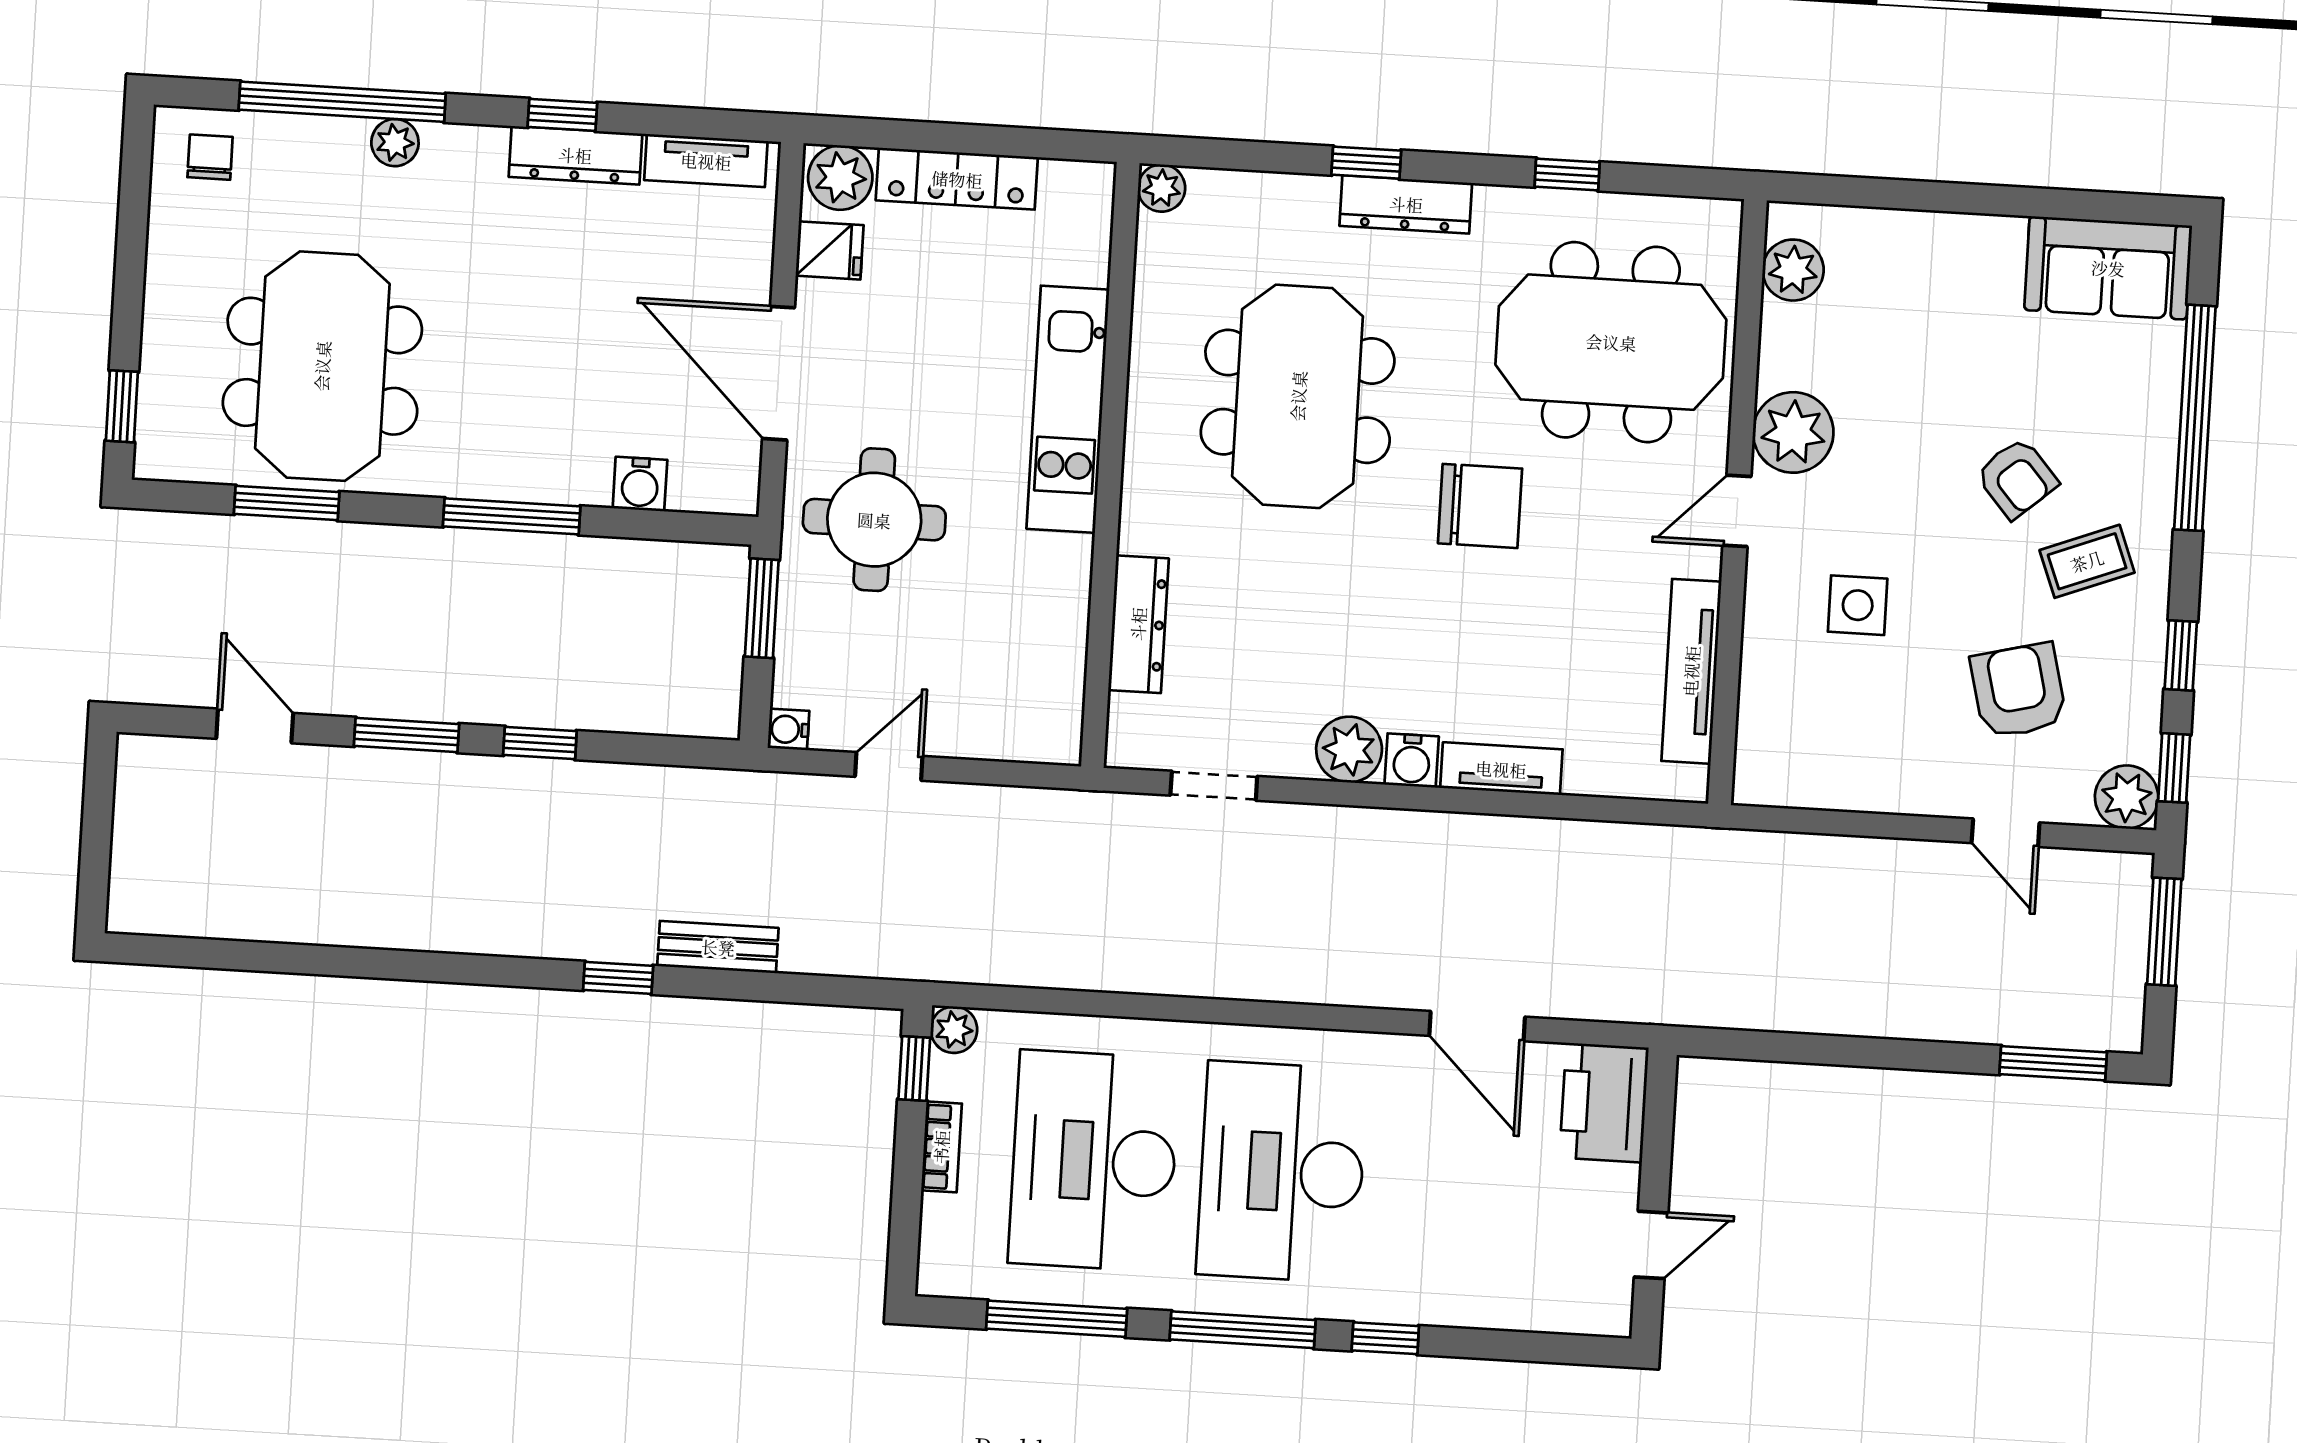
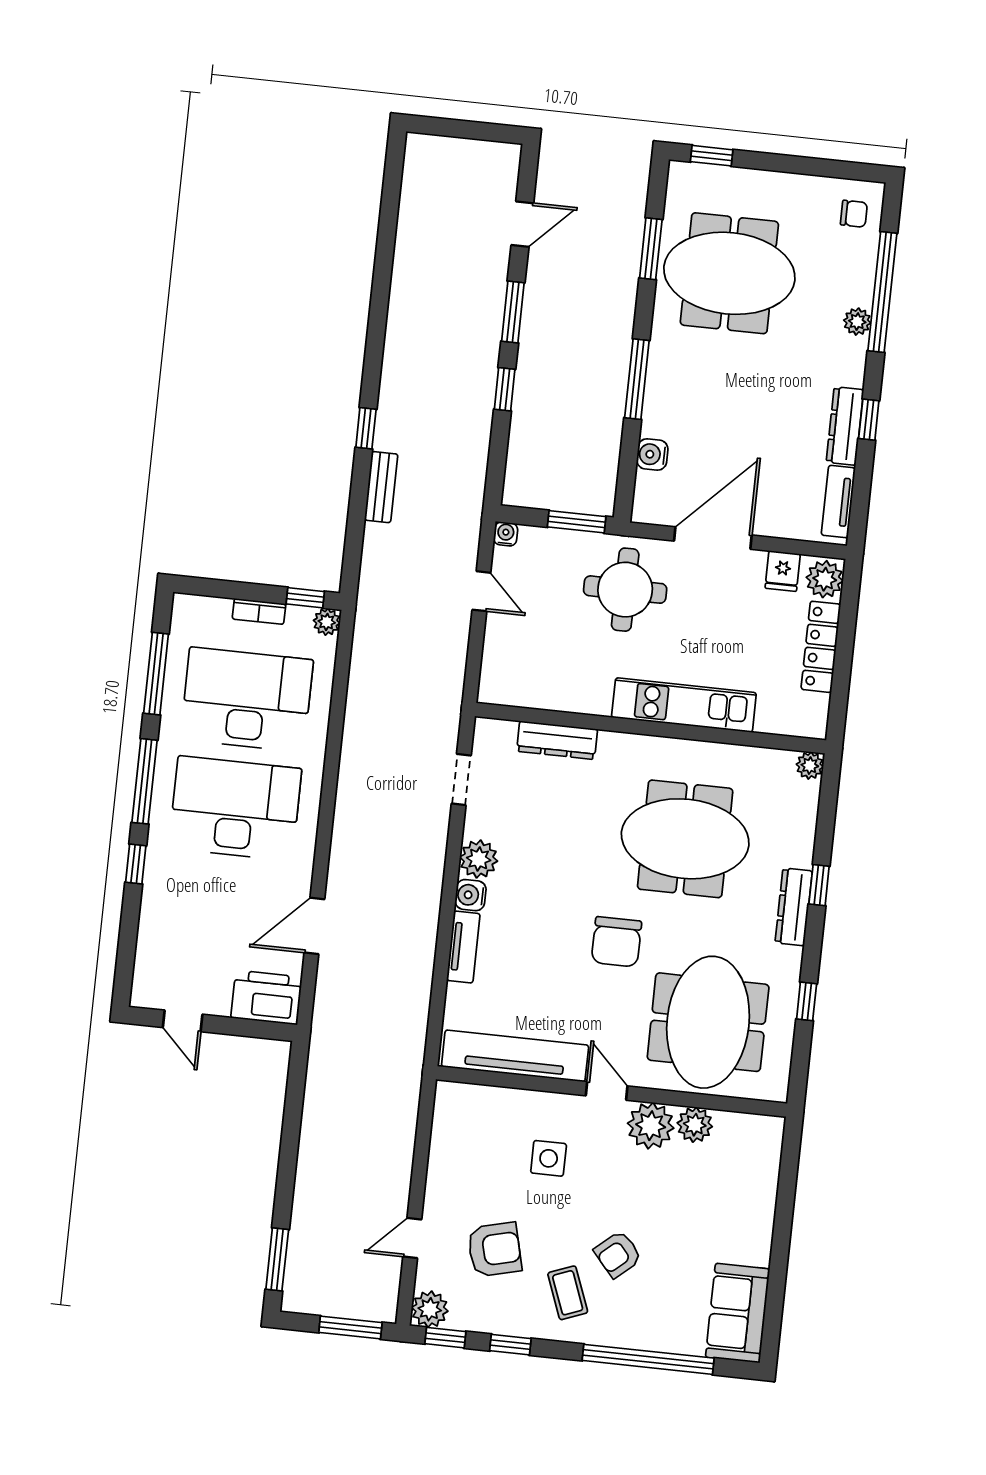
plant: (1793, 270) -> (695, 1125), moved
tv unit: (1691, 671) -> (515, 1056), width x1.36, depth x1.29

